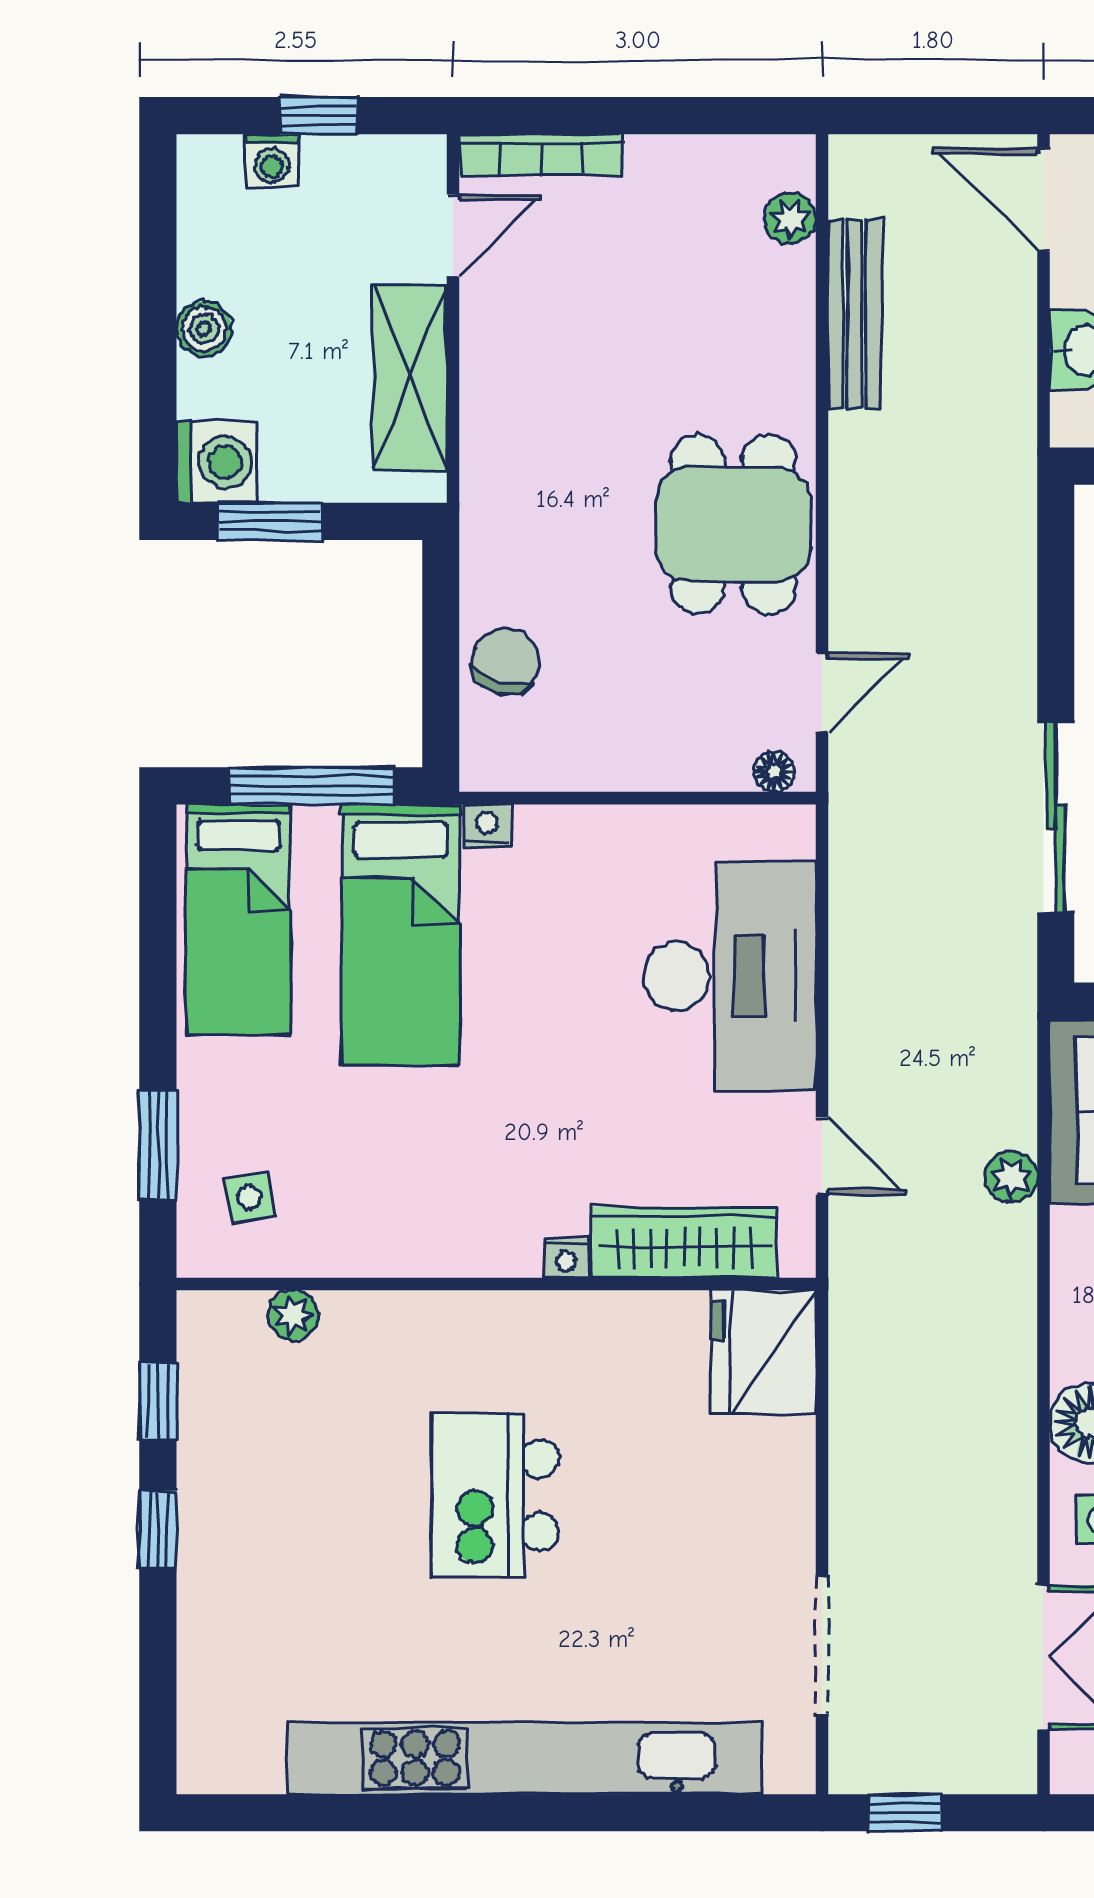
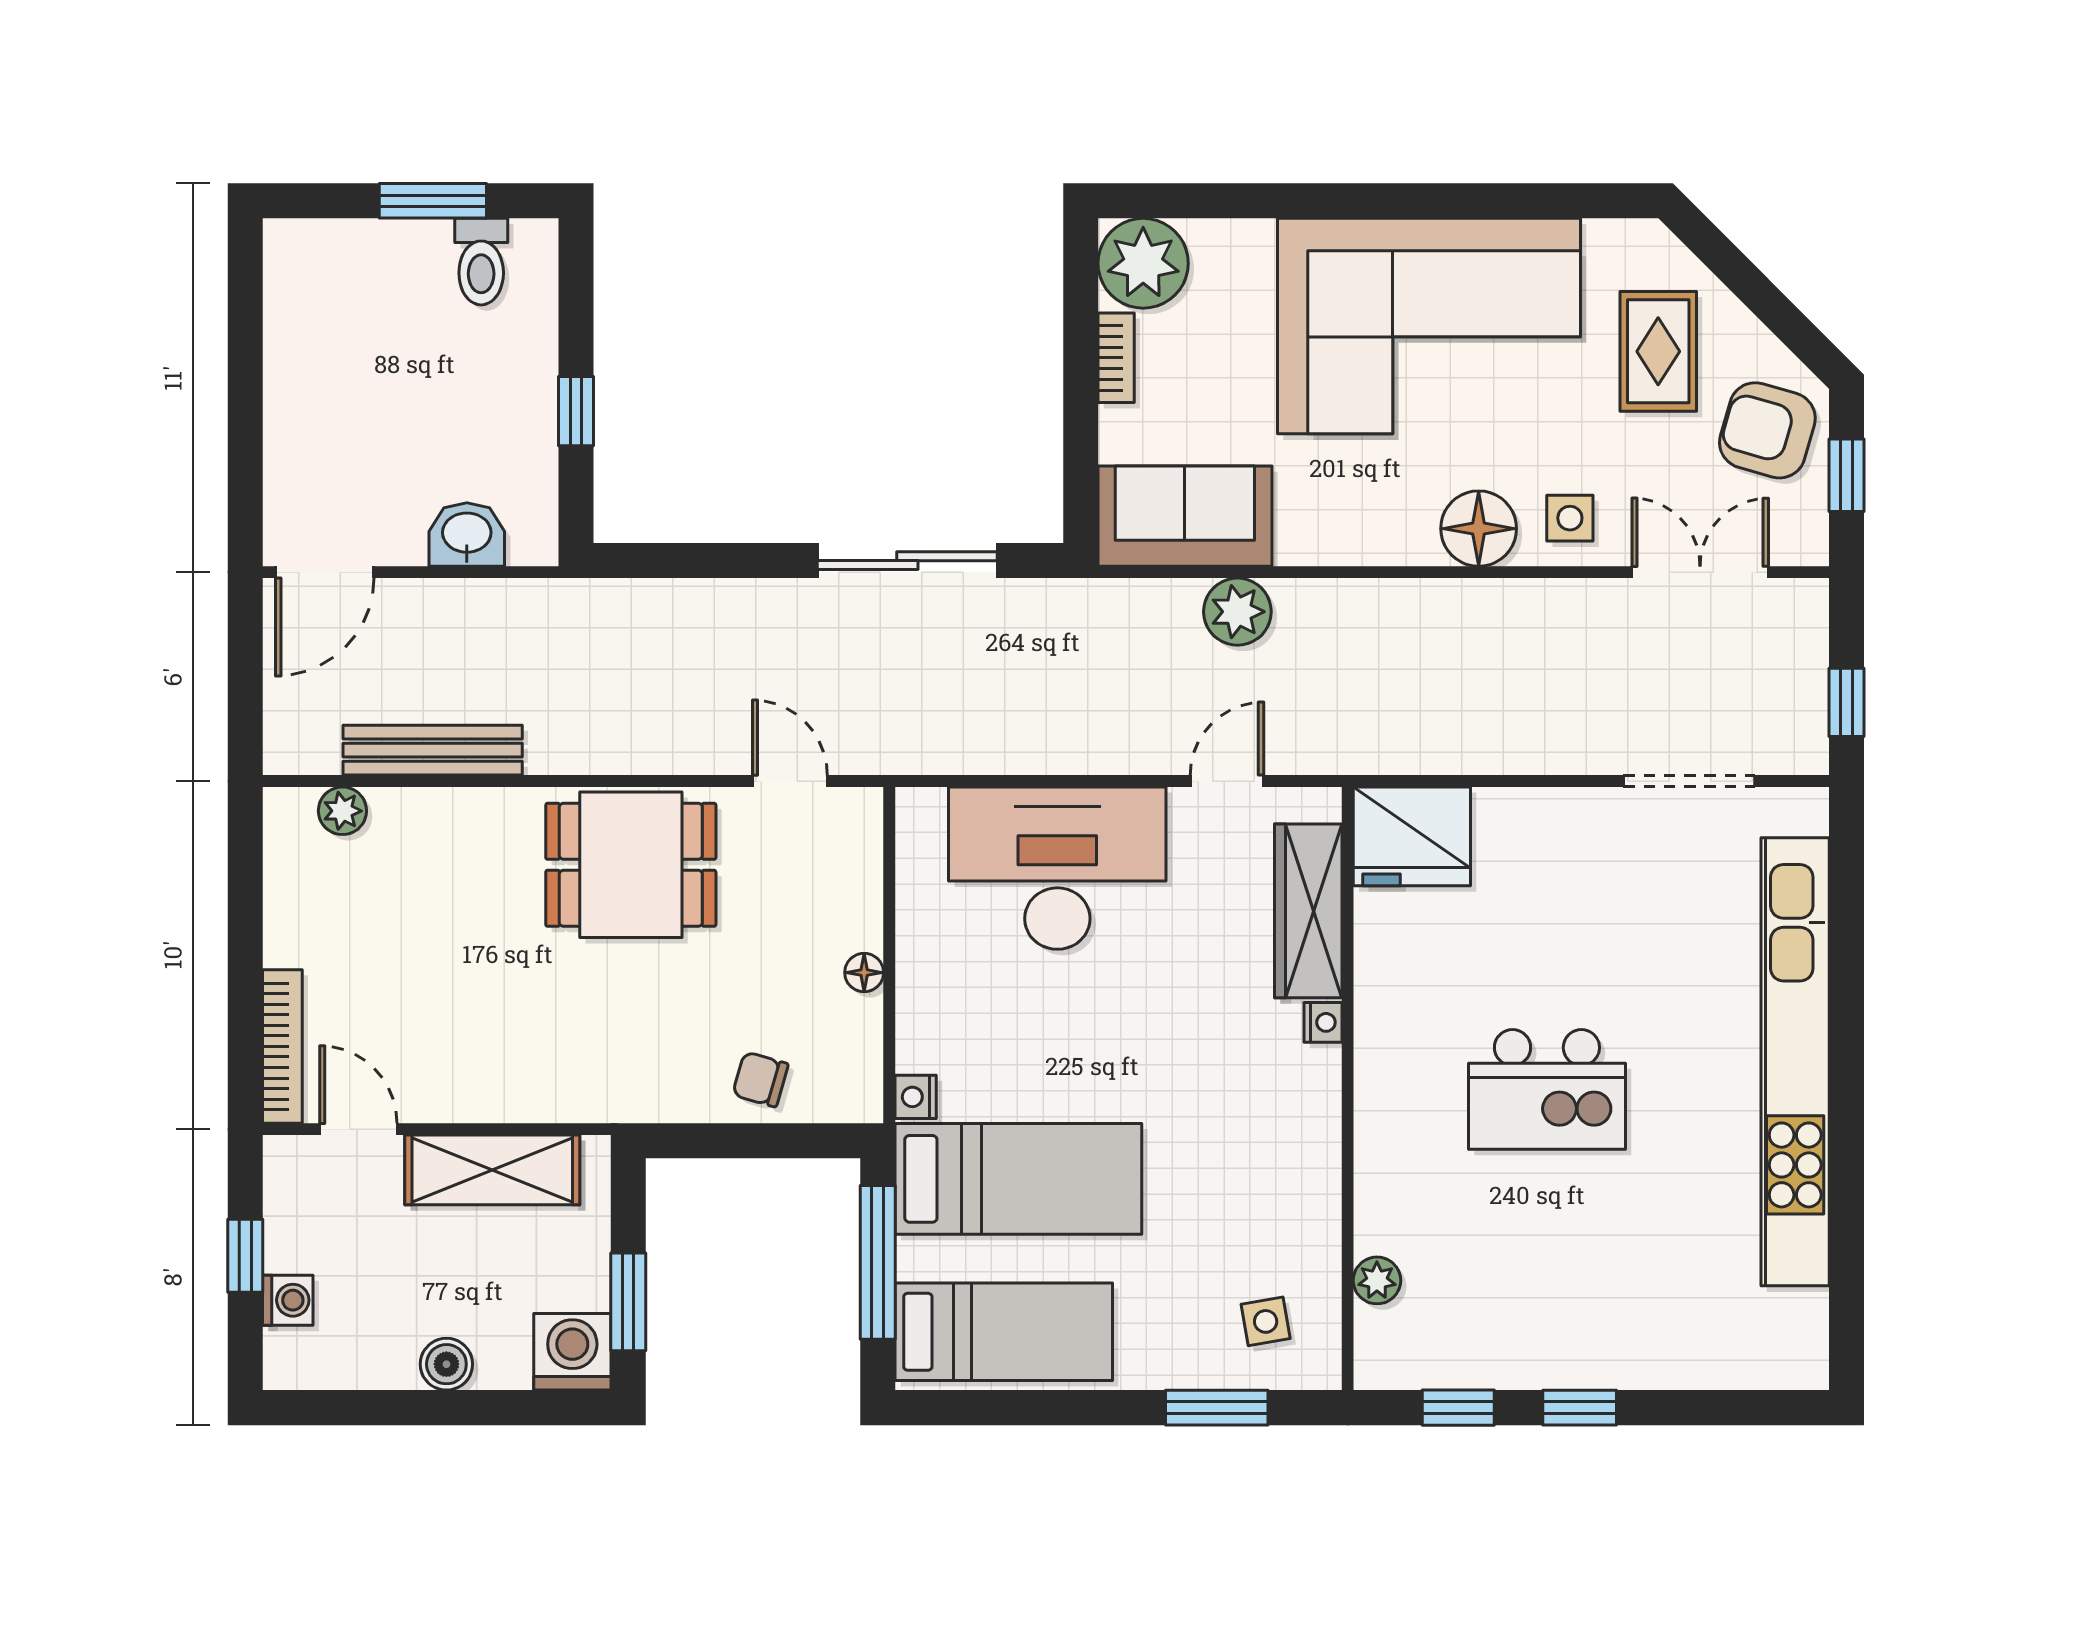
chair: (506, 661) -> (760, 1079), width x0.73, depth x0.73
floor lamp: (774, 772) -> (864, 973), moved
plant: (1011, 1177) -> (1237, 612), width x1.38, depth x1.38

